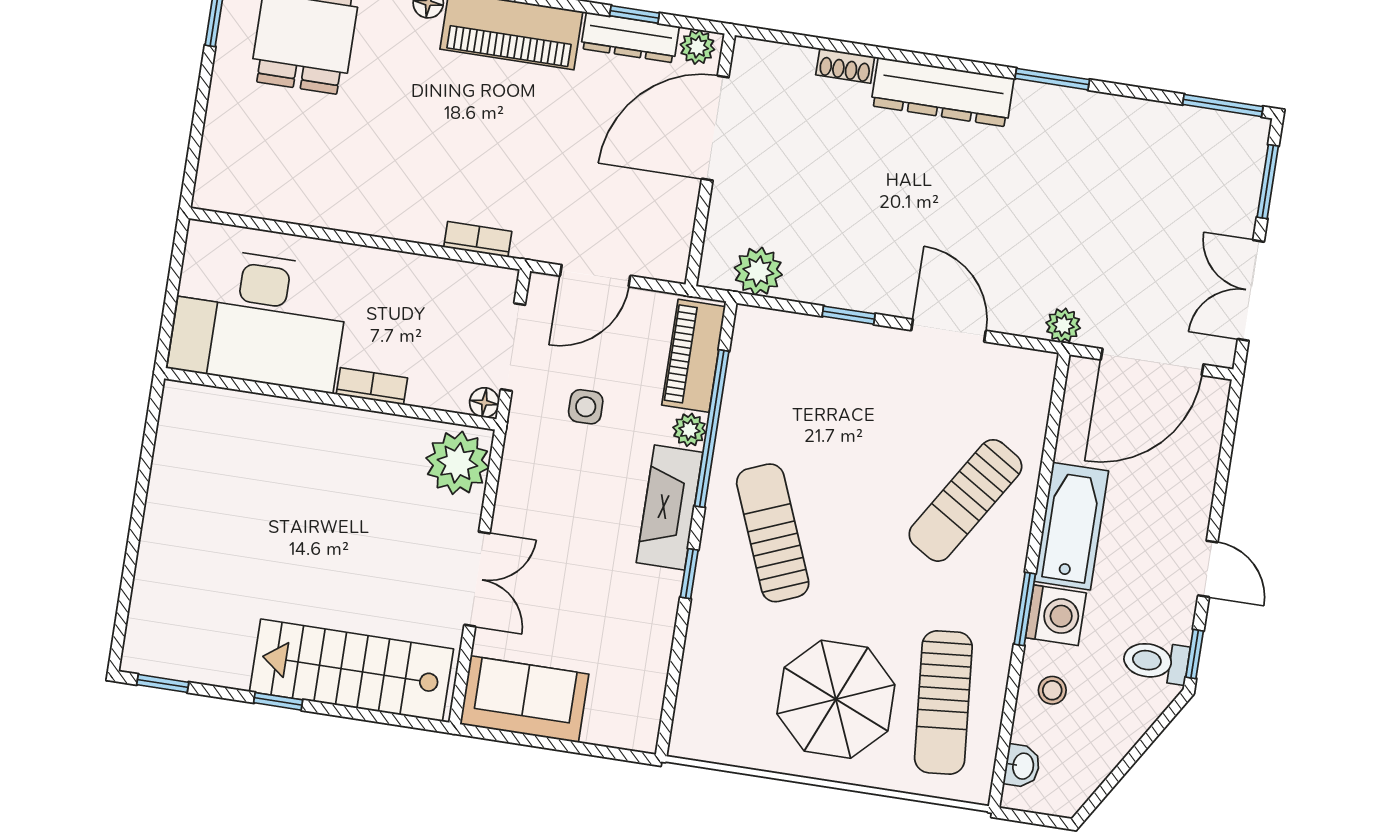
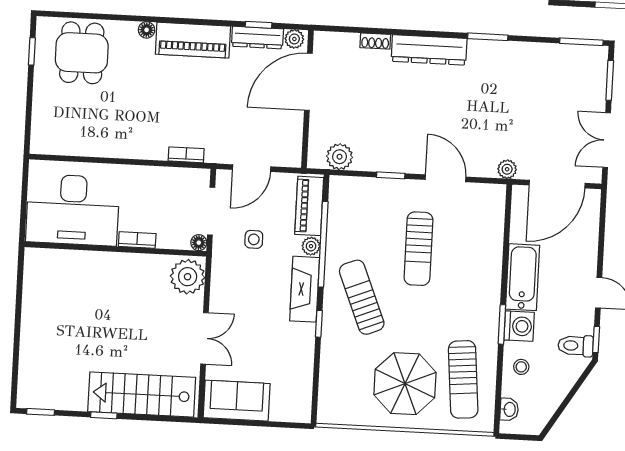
sun lounger: (965, 500) -> (418, 249), moved, turned -32

